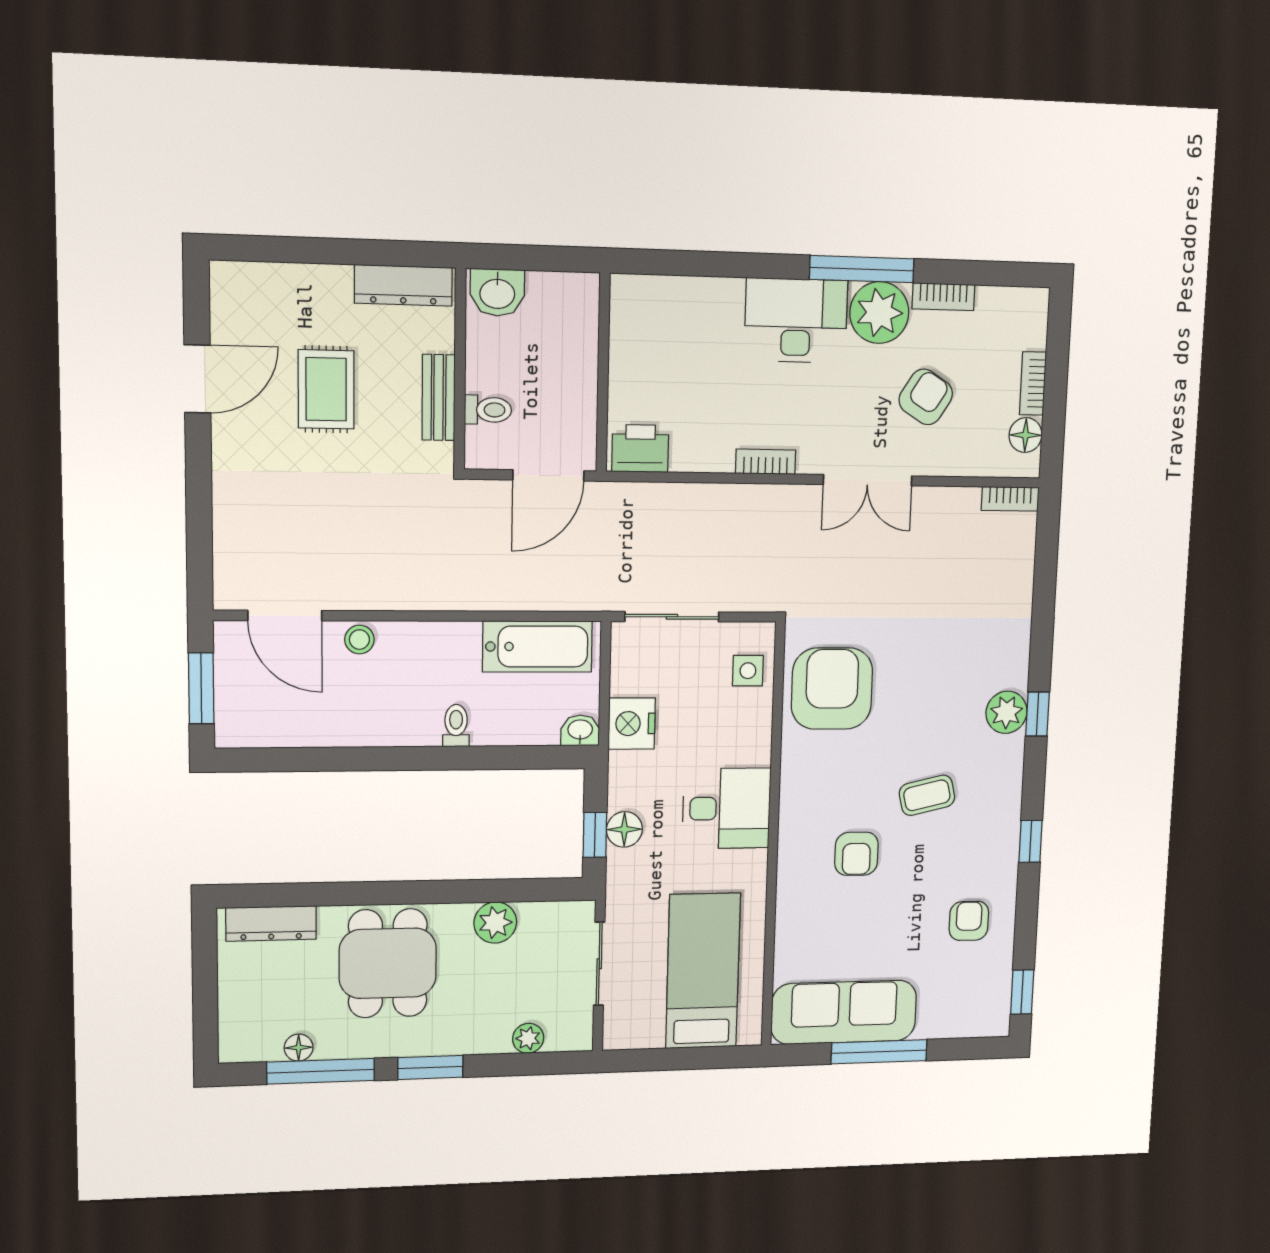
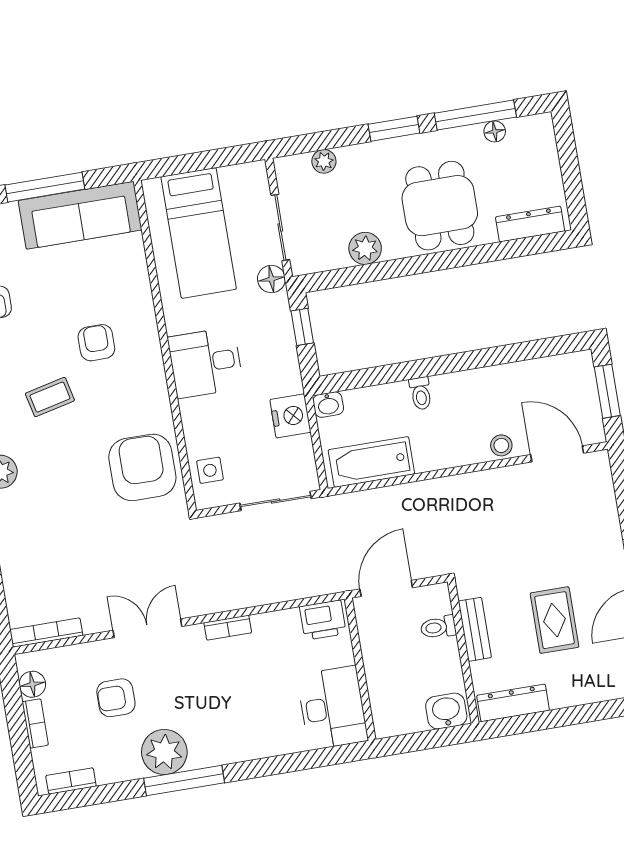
bookcase: (943, 297) -> (71, 781), moved
desk: (796, 321) -> (332, 708), moved, turned -90
armchair: (926, 397) -> (116, 698), turned 58
bookcase: (1010, 499) -> (46, 633), width x1.56
armchair: (832, 689) -> (142, 467), turned 180
floor lamp: (624, 829) -> (271, 279), moved

